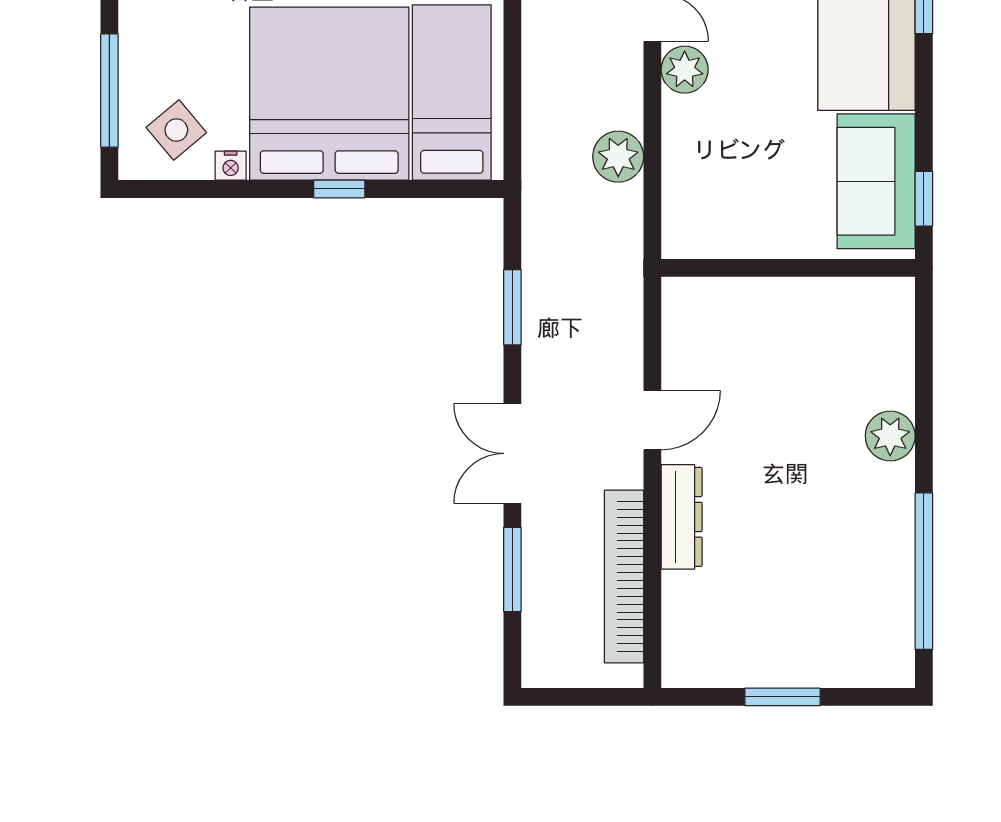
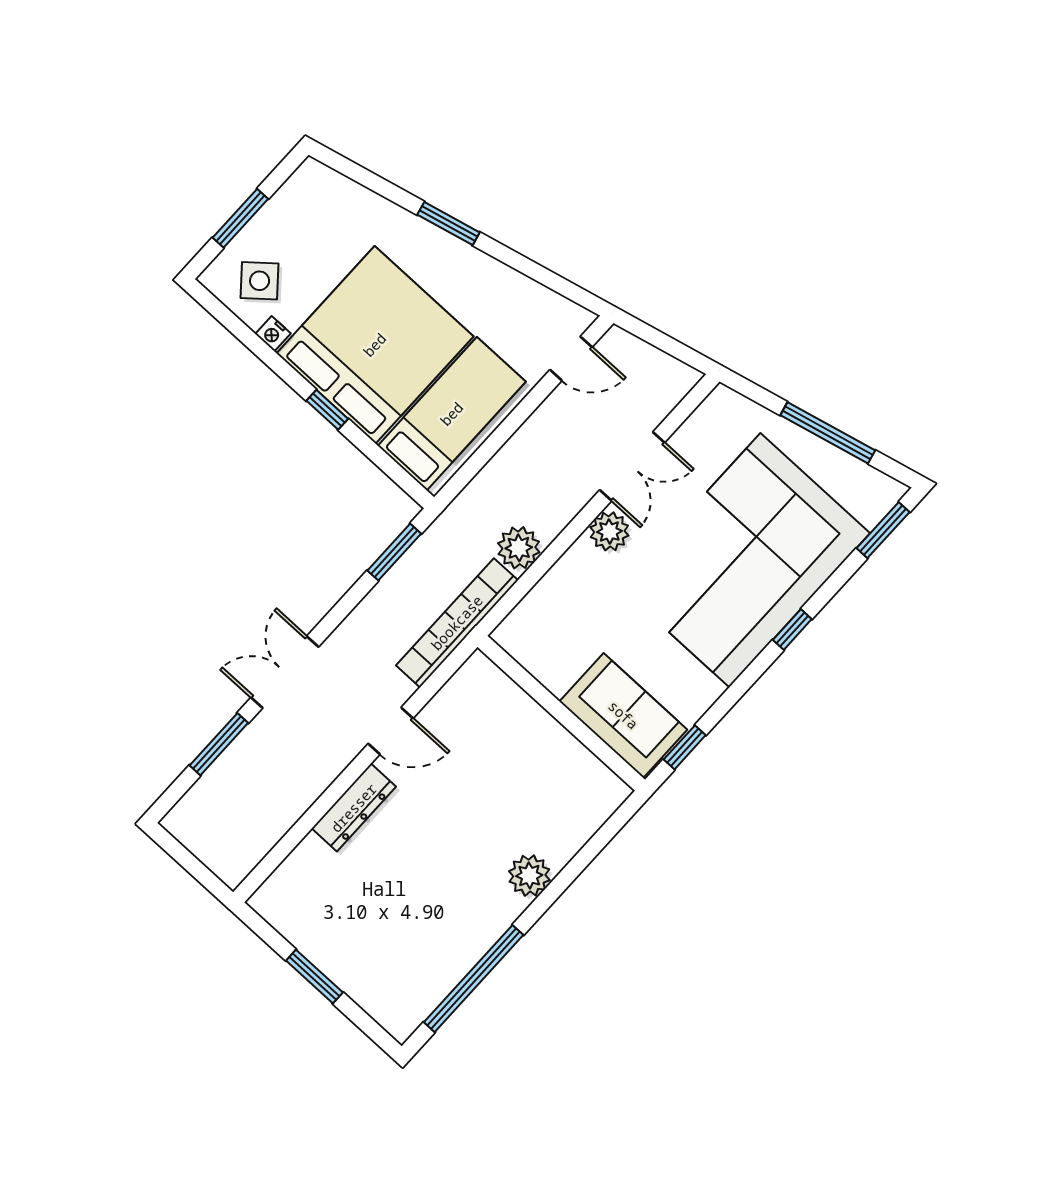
window: (109, 91) -> (240, 218), width x0.69
sofa: (876, 181) -> (623, 715), moved, turned 90
window: (512, 307) -> (394, 552), moved
bookcase: (624, 577) -> (457, 623), moved

